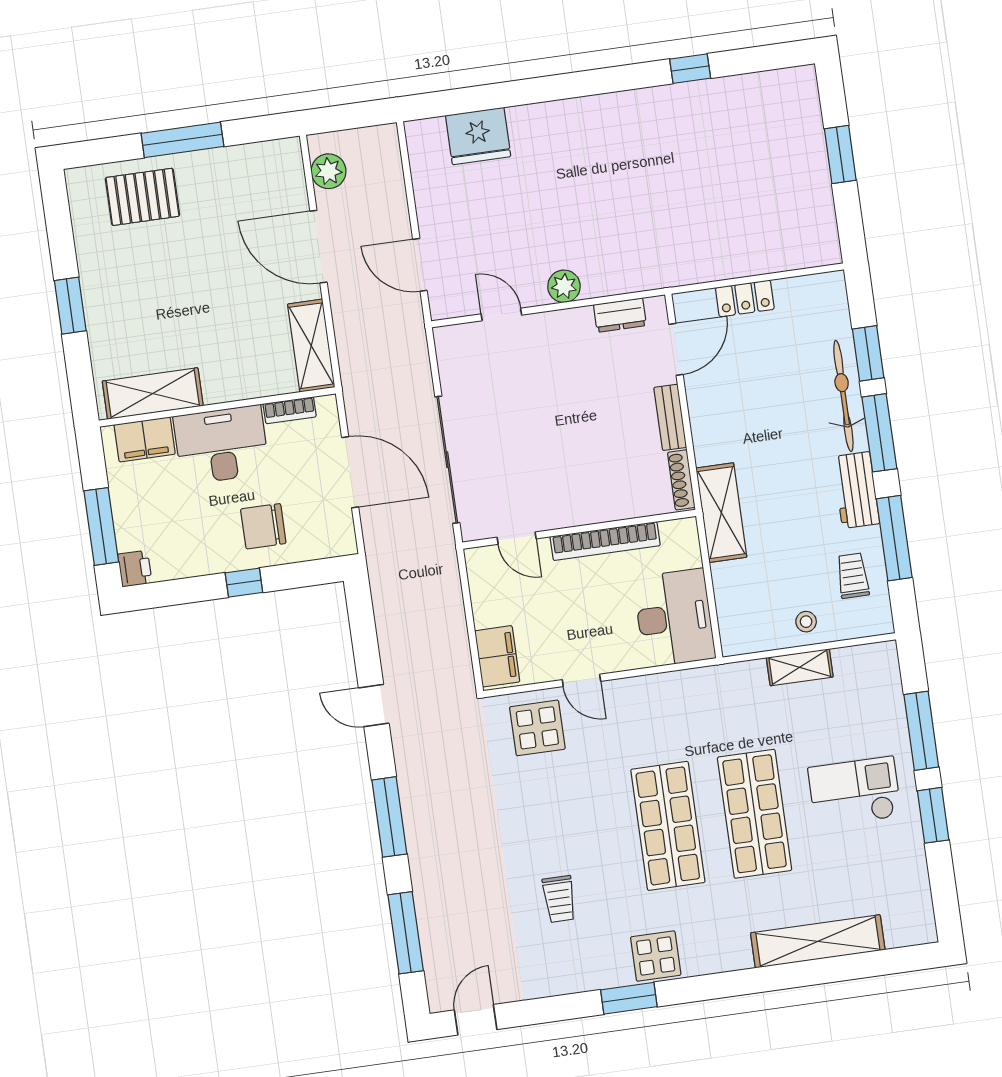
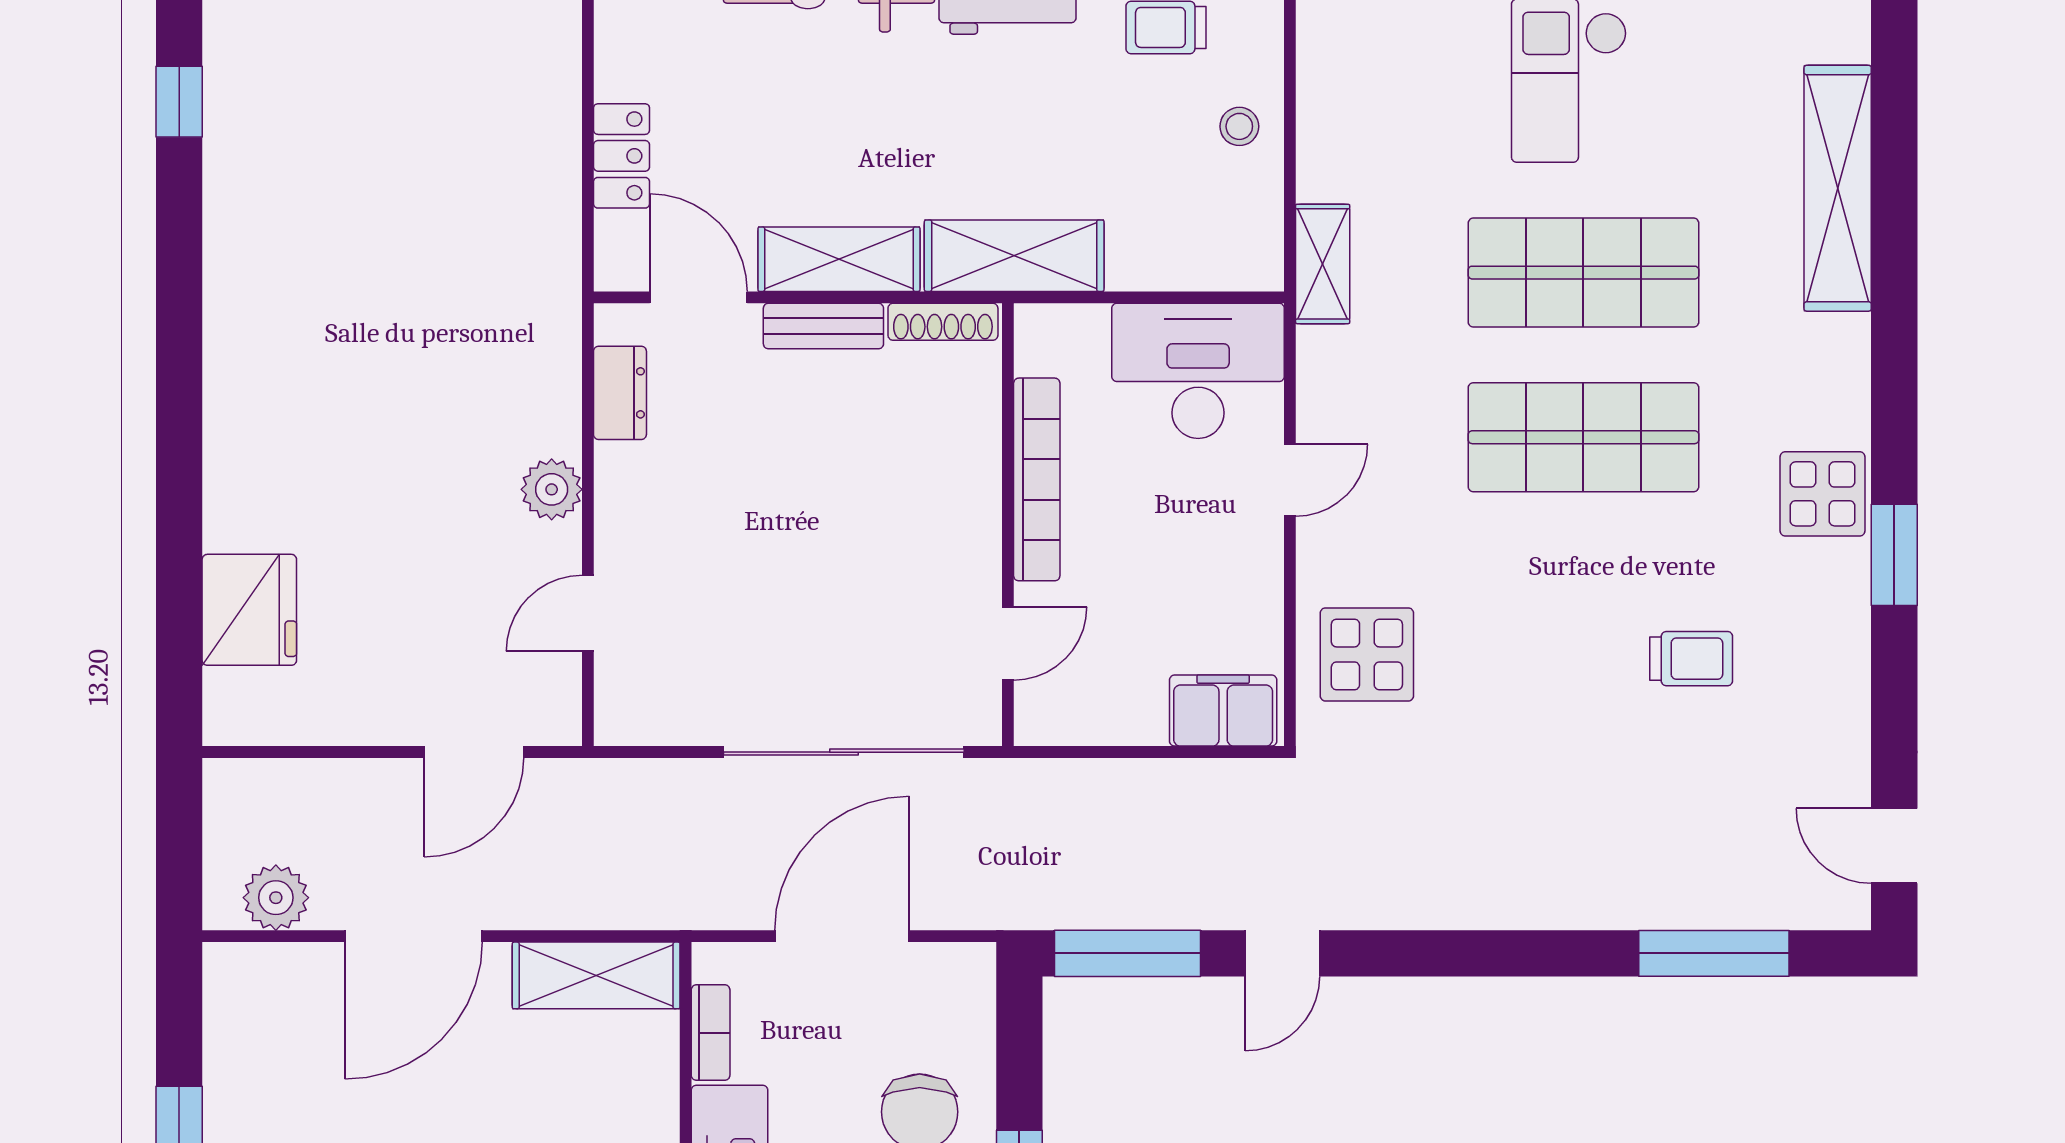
window: (690, 69) -> (179, 102), moved
shelving: (706, 421) -> (839, 259), added
shelving: (800, 667) -> (1323, 264), moved
door: (581, 680) -> (1290, 480), moved
window: (389, 817) -> (1128, 953), moved

